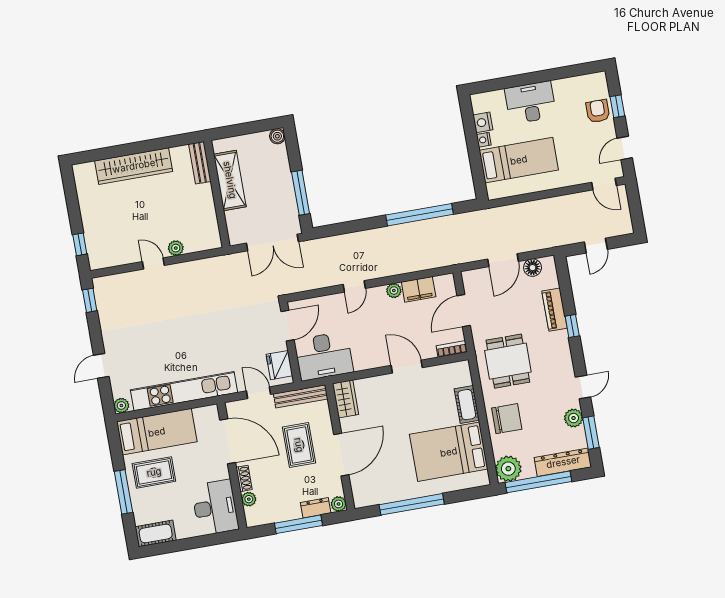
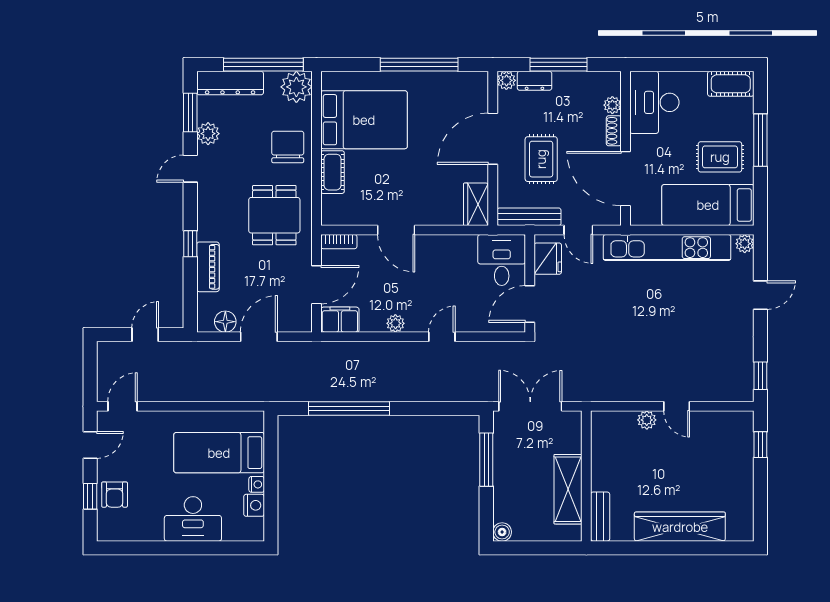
door: (604, 184) -> (123, 406), hinge flipped
filing cabinet: (419, 289) -> (340, 320), moved
desk: (324, 356) -> (502, 260), width x0.73
chair: (507, 419) -> (288, 147), turned 90

